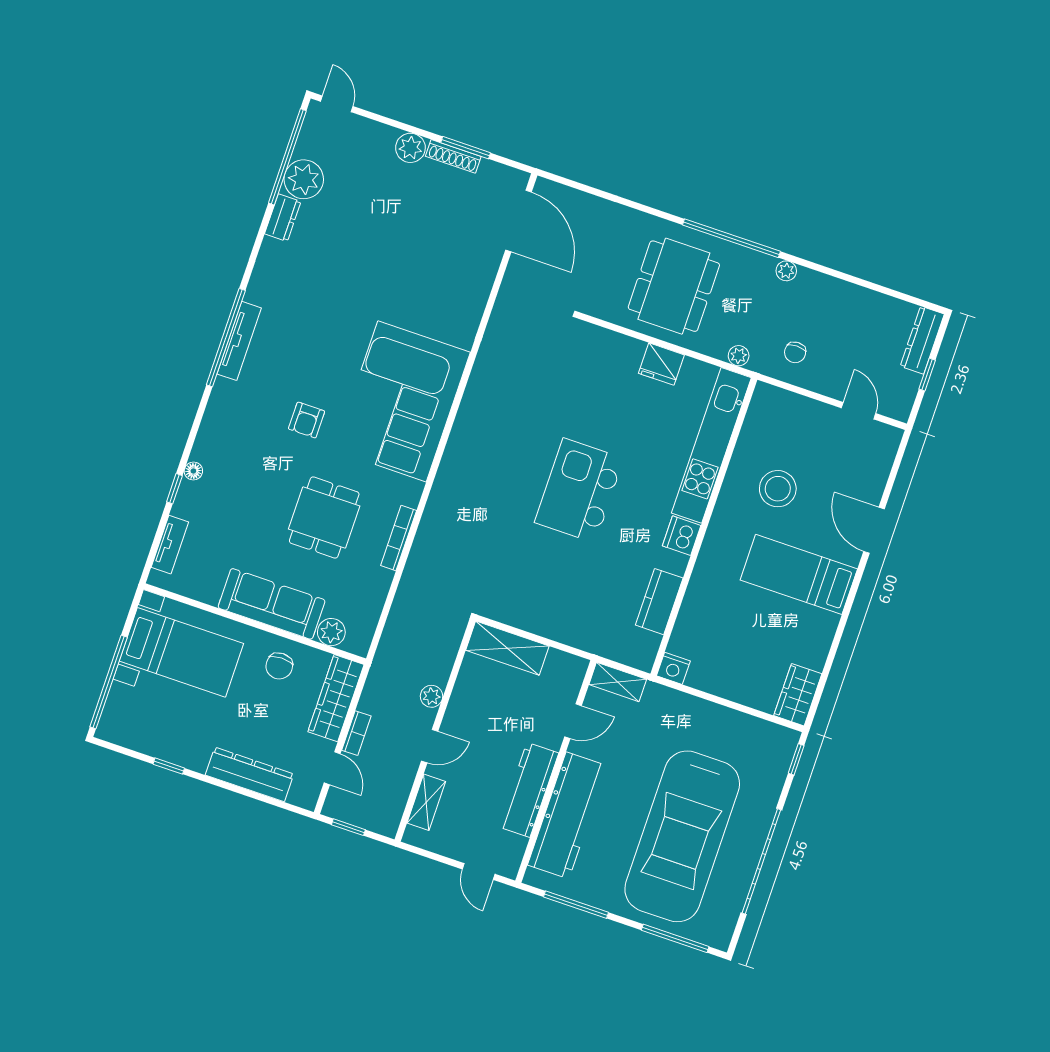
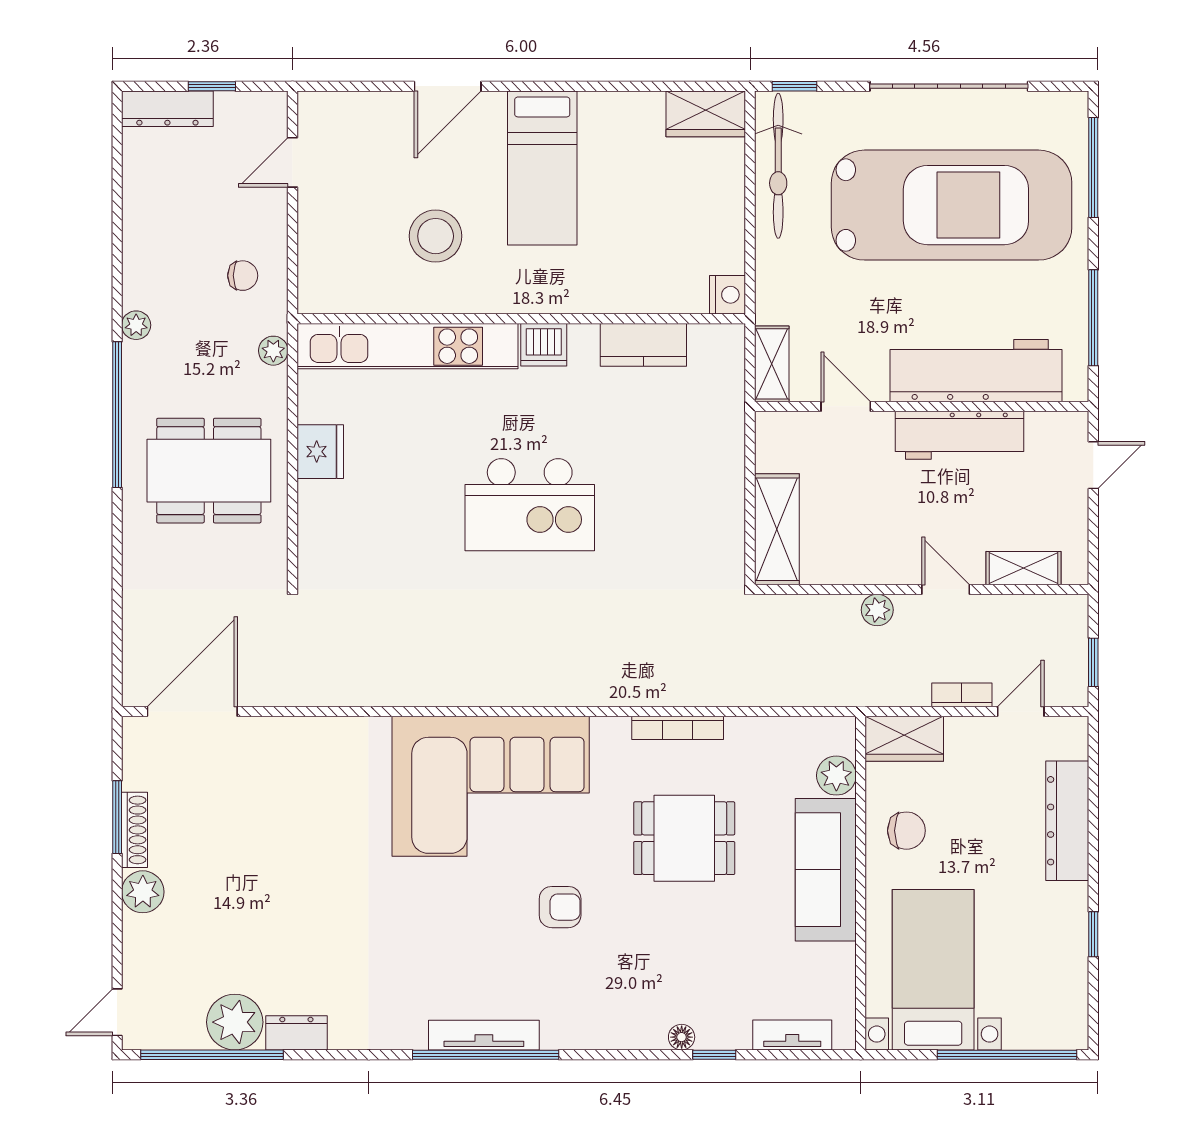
wardrobe: (336, 698) -> (904, 739), width x0.67
bicycle: (747, 731) -> (778, 166), added

